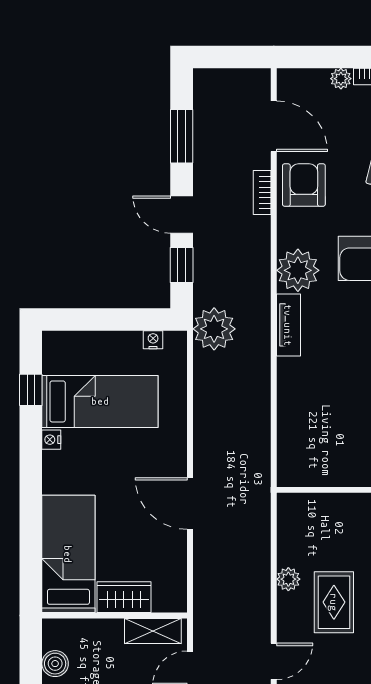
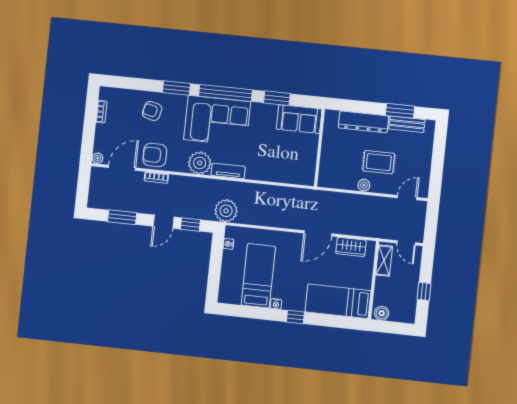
plant: (341, 79) -> (98, 158), moved
window: (31, 390) -> (295, 317), moved
wardrobe: (124, 597) -> (351, 247), moved, turned -90
door: (274, 661) -> (407, 198), hinge flipped
boiler: (55, 664) -> (382, 313), moved

